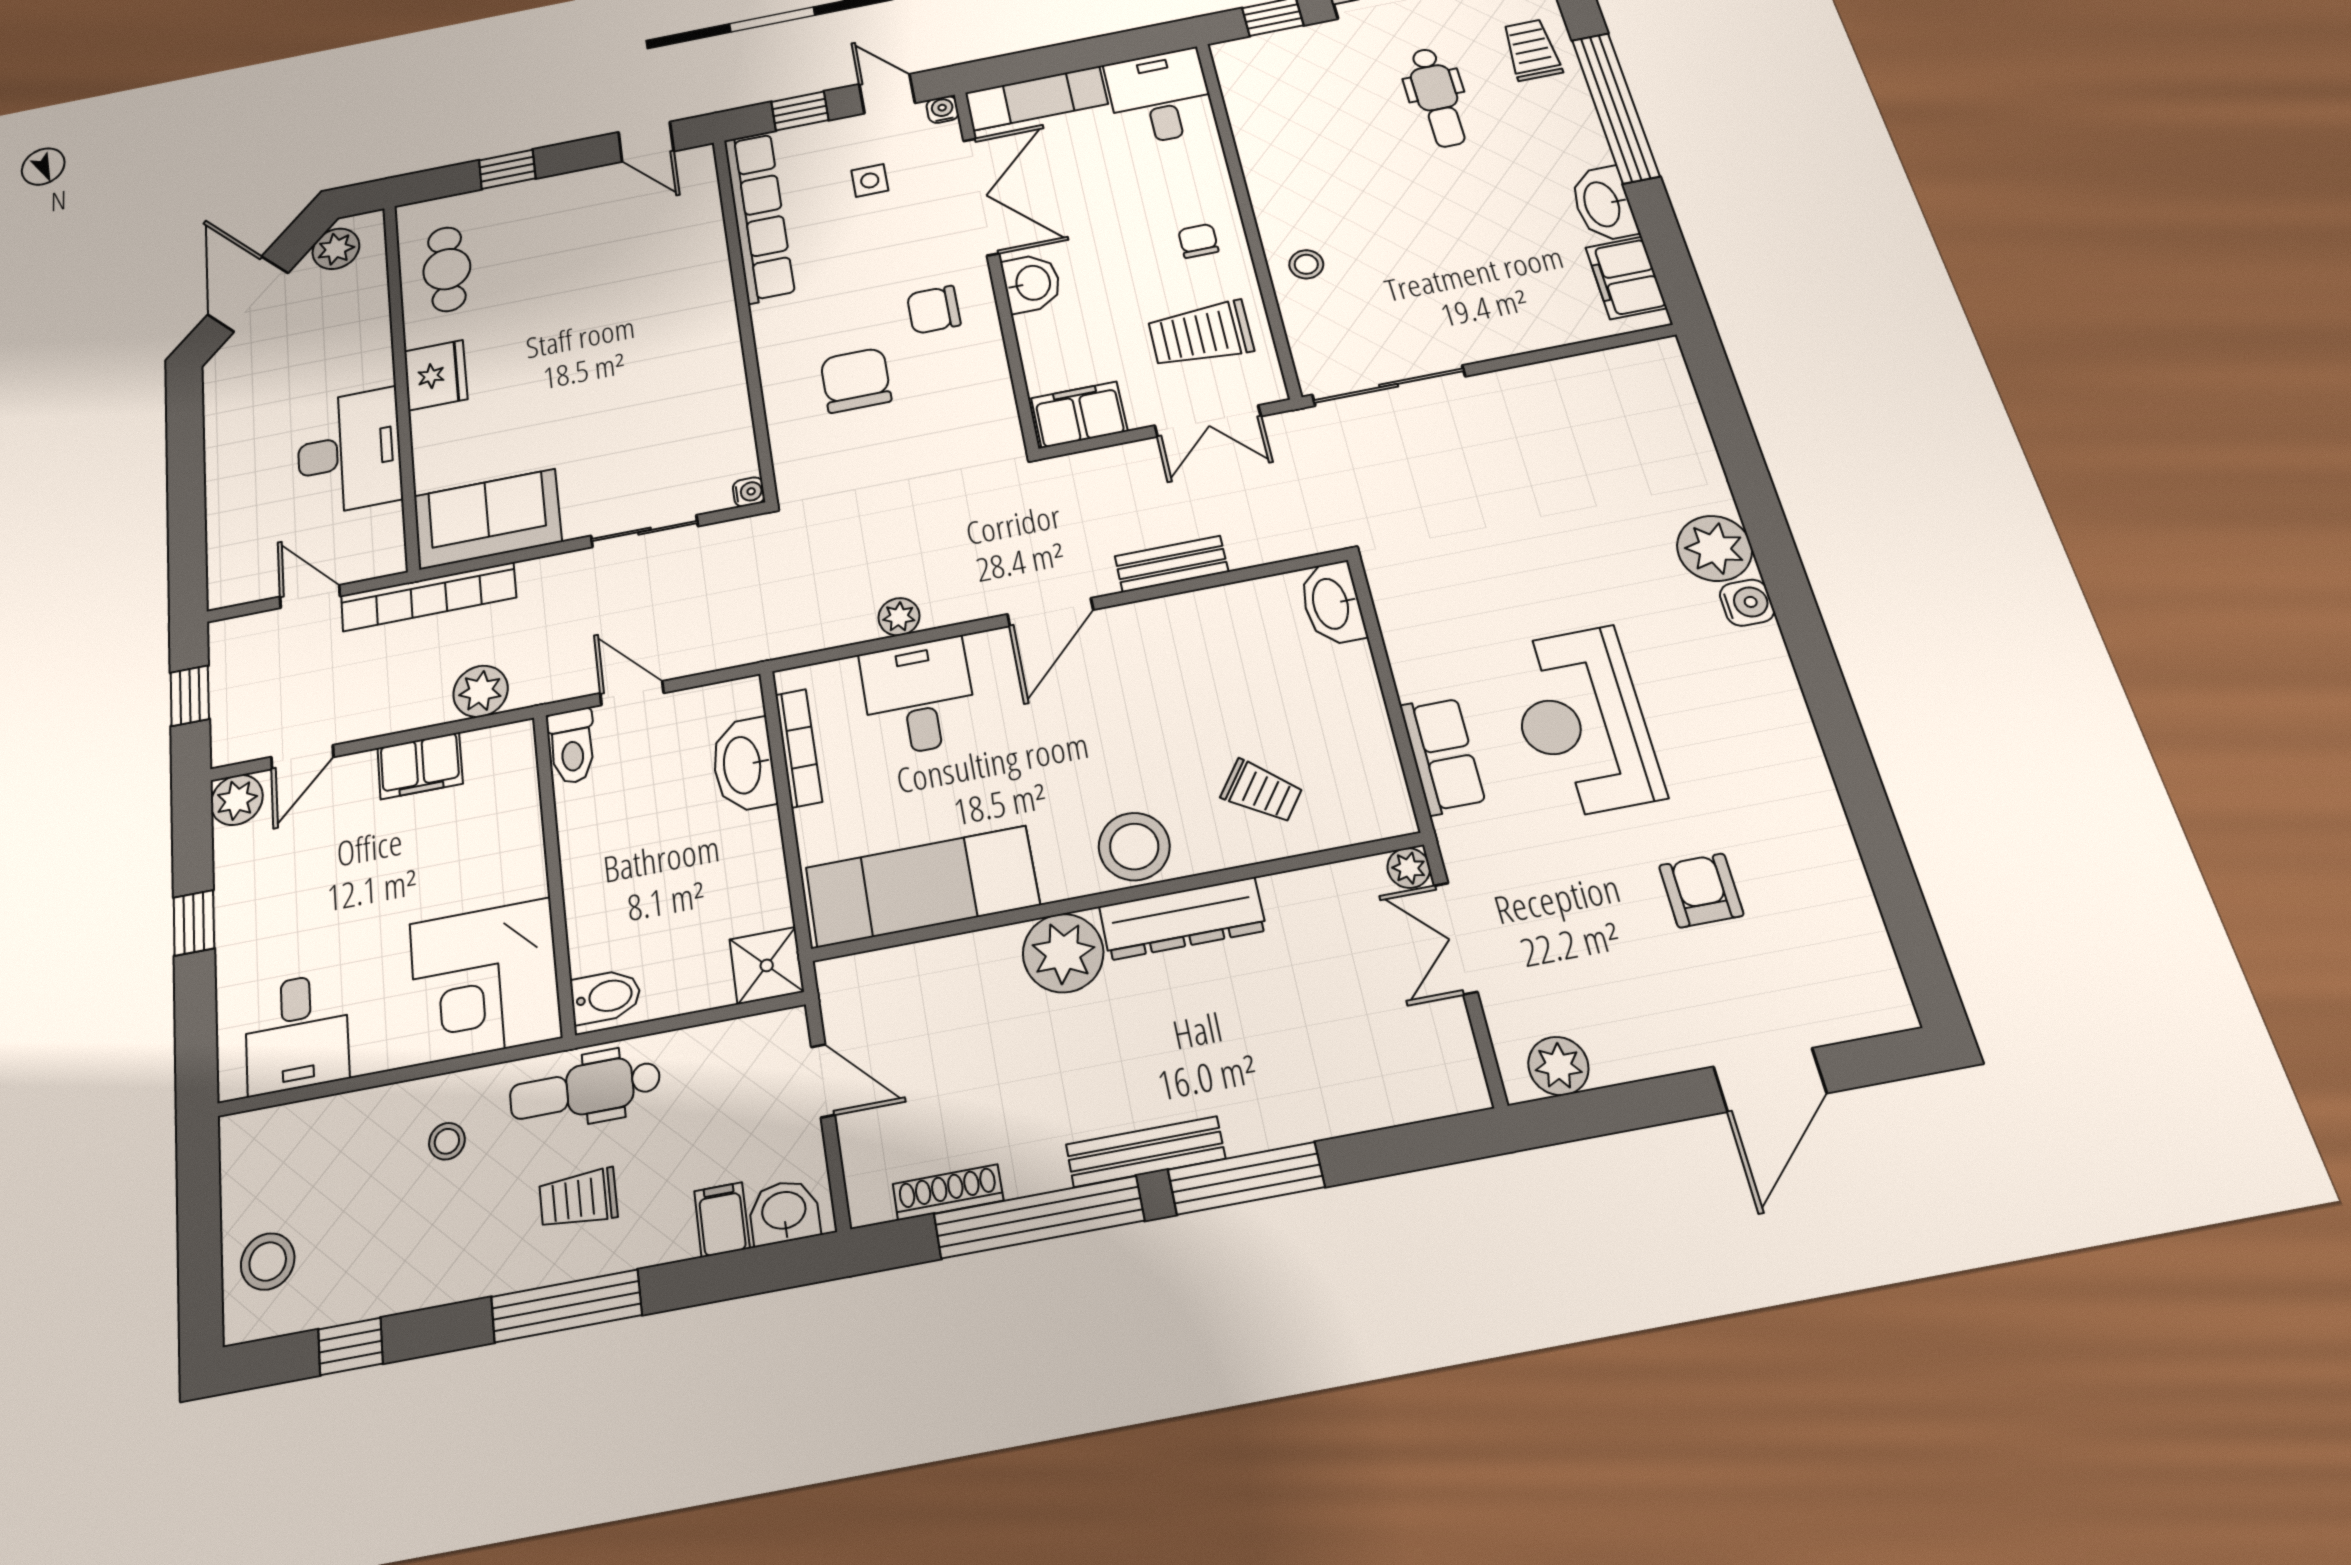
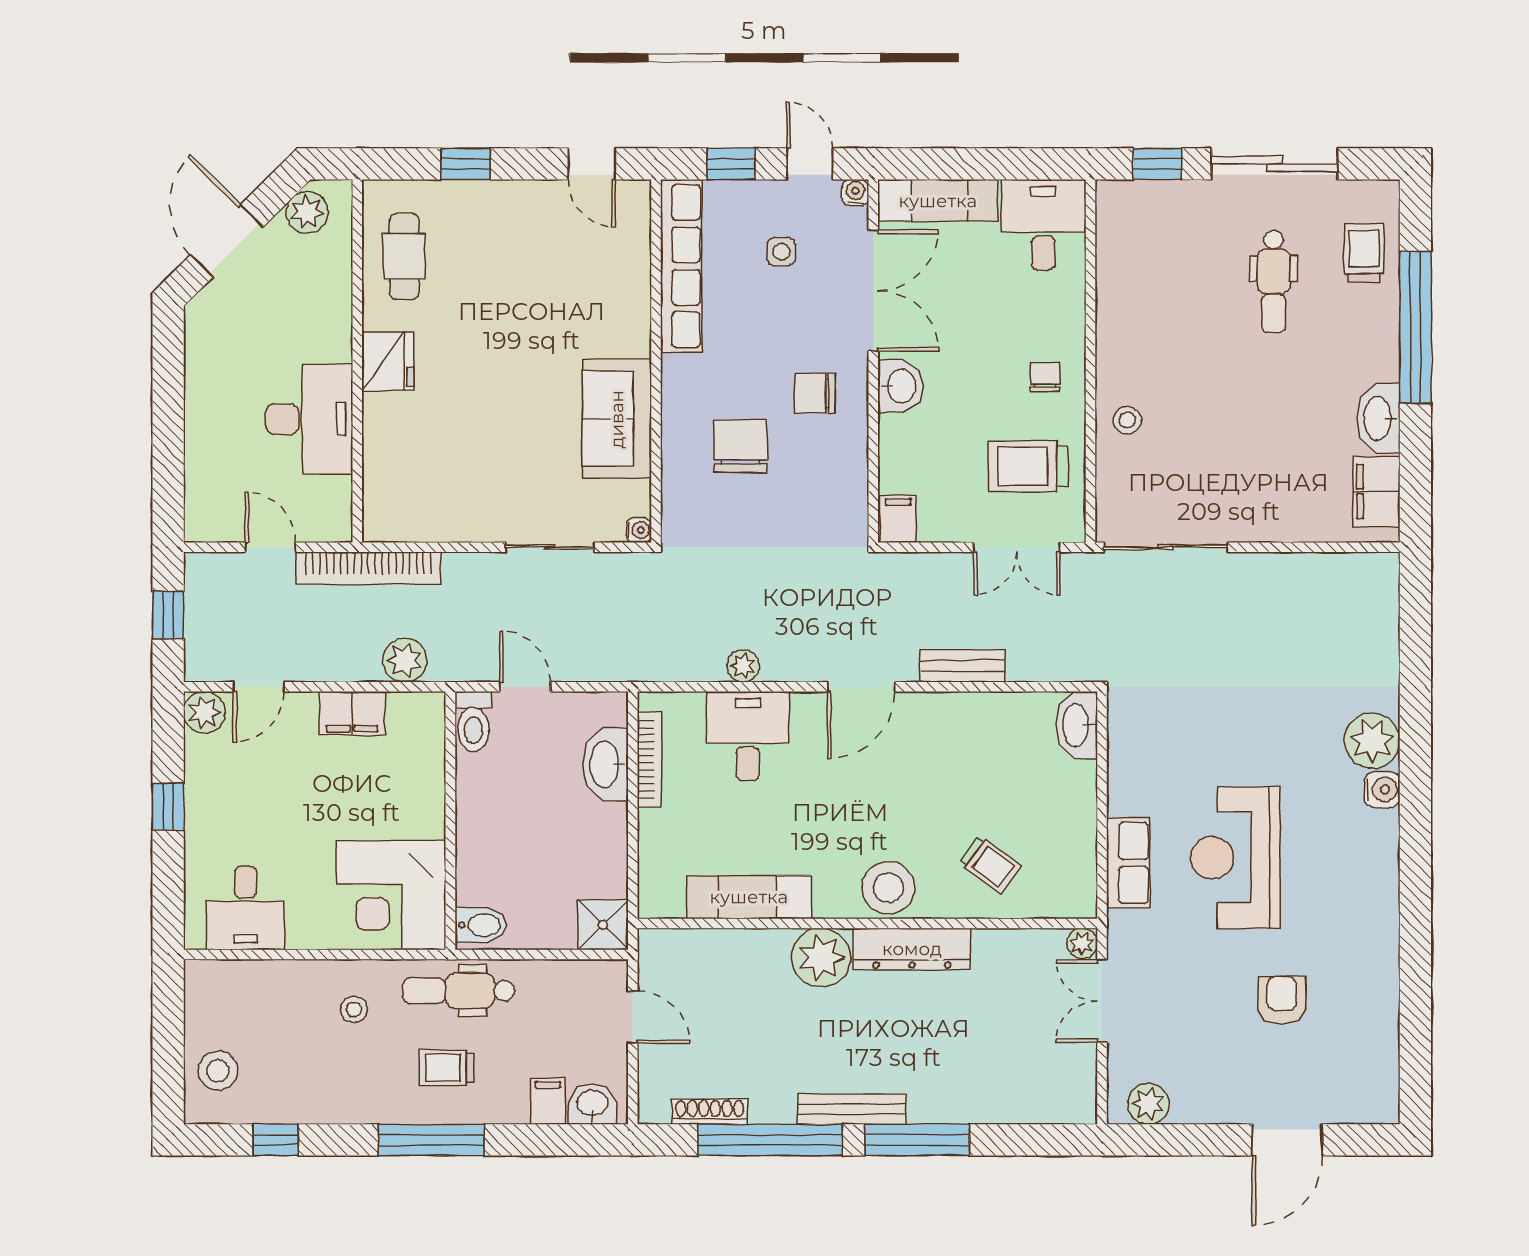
filing cabinet: (1079, 415) -> (898, 519), width x0.50
sofa: (488, 519) -> (617, 419), moved, turned -90
exam couch: (922, 886) -> (749, 897), width x0.73, depth x0.69

